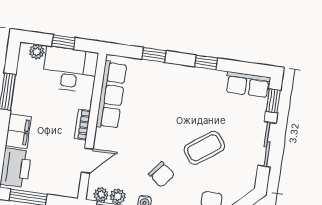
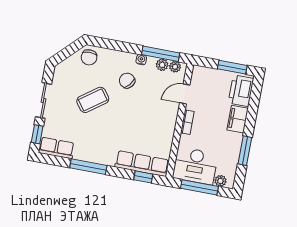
window: (63, 42) -> (199, 187), width x2.17
window: (154, 55) -> (143, 177), moved
window: (206, 62) -> (88, 167), width x2.17
row of seats: (111, 95) -> (142, 164), moved, turned 90

